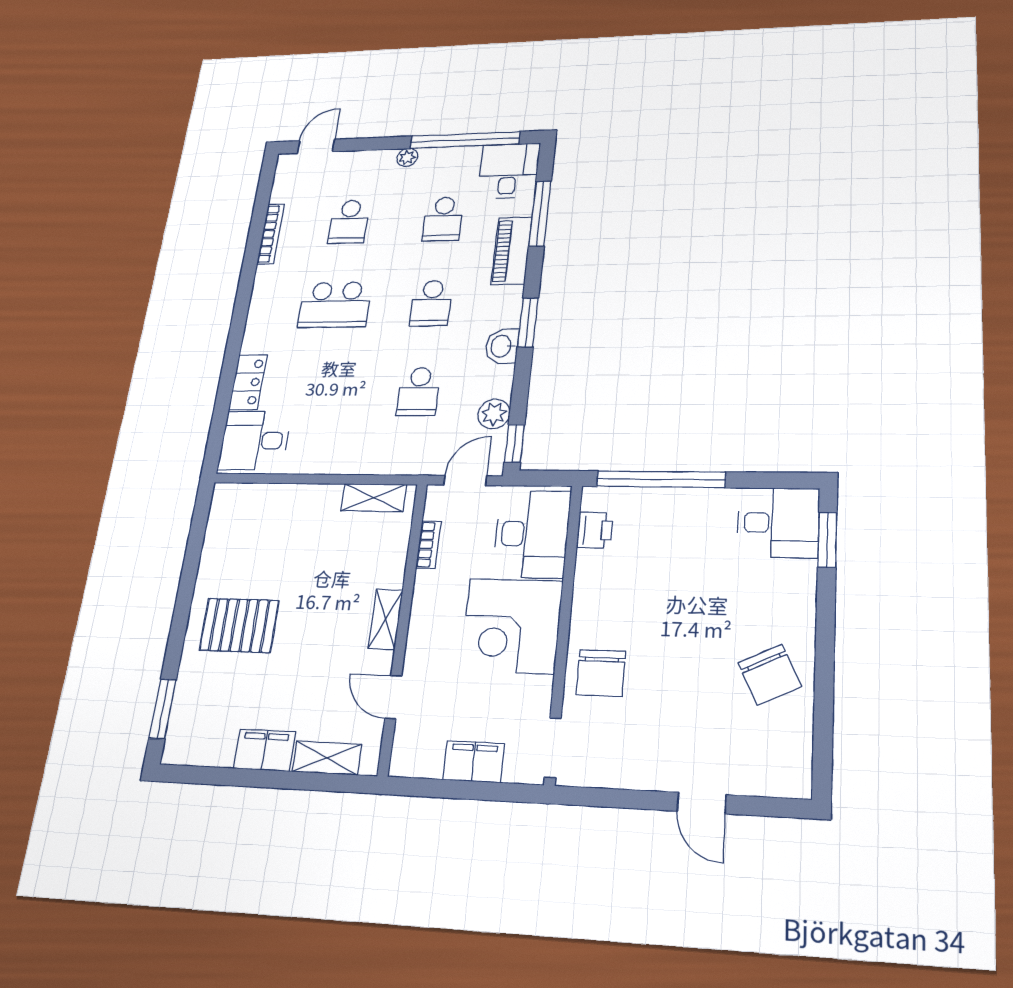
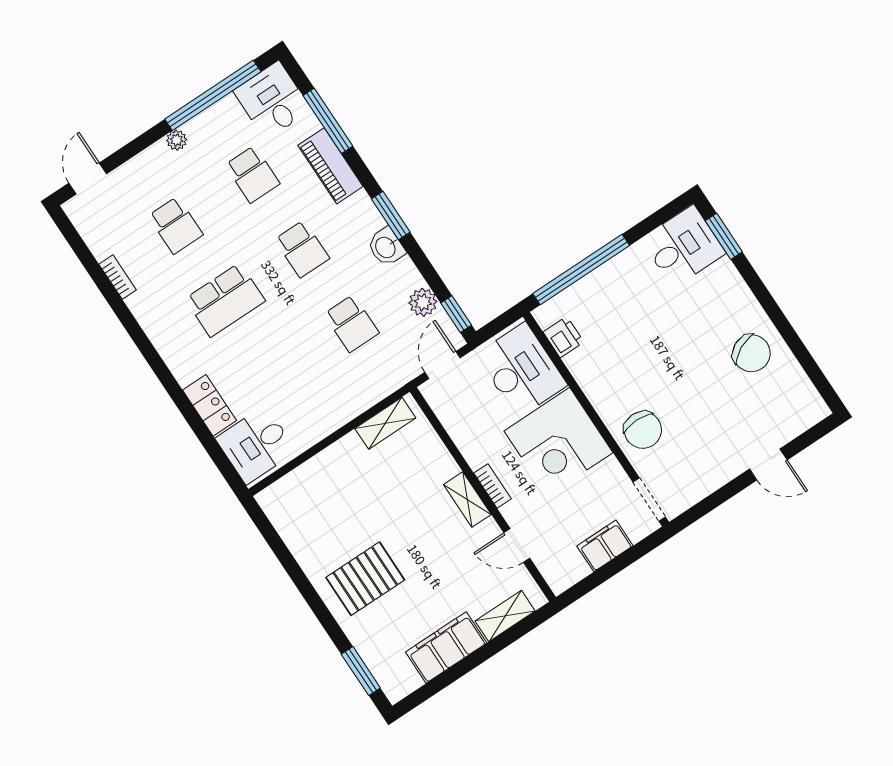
bookcase: (271, 234) -> (118, 277), width x0.64
bookcase: (428, 545) -> (492, 486), moved
filing cabinet: (264, 750) -> (446, 647), width x1.50, depth x1.17

